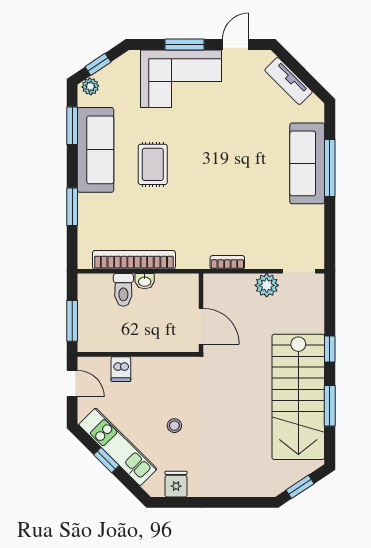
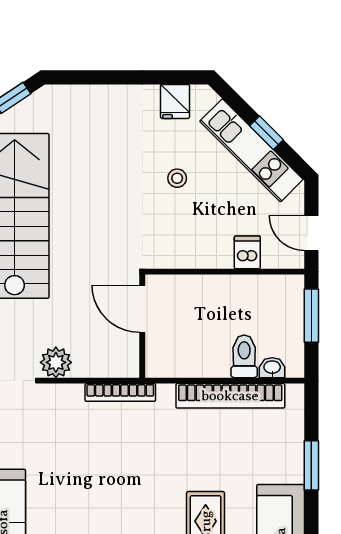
bookcase: (227, 262) -> (120, 392), width x1.56
washbasin: (145, 281) -> (272, 368), moved

